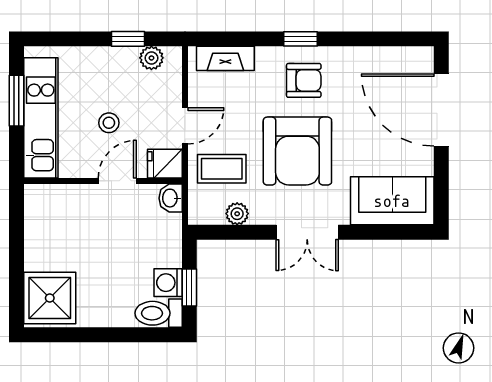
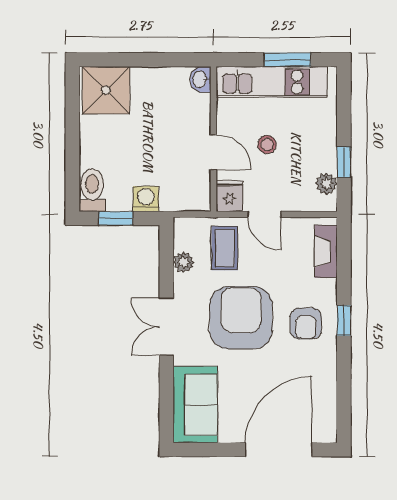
armchair: (297, 151) -> (241, 318), turned 90
washbasin: (171, 198) -> (200, 79), moved, turned -90
washing machine: (168, 283) -> (146, 199), moved

